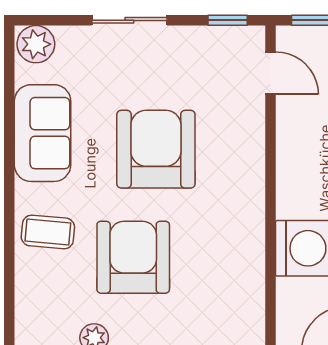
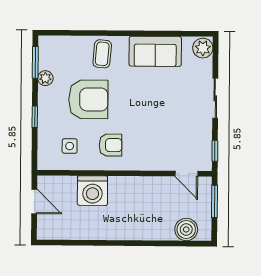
door: (270, 73) -> (186, 174), hinge flipped
armchair: (156, 149) -> (111, 145), moved, width x0.53, depth x0.53
side table: (220, 292) -> (70, 146), added

